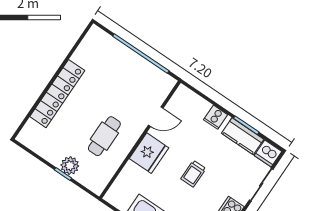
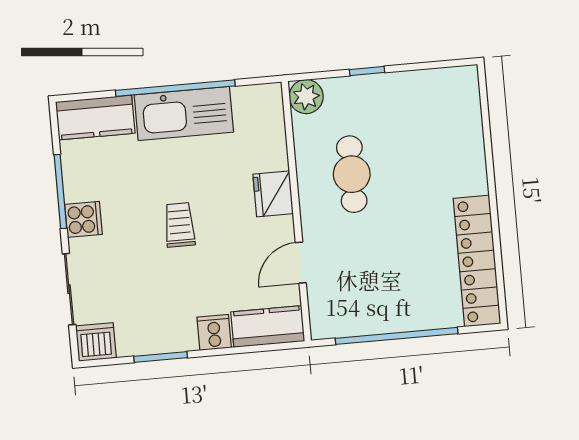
locker: (57, 94) -> (477, 261), moved
kitchen counter: (243, 136) -> (268, 327), moved
fridge: (149, 153) -> (273, 194), width x0.73, depth x0.75
plant: (70, 166) -> (306, 97), moved

